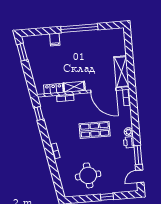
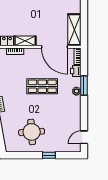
printer: (129, 142) -> (76, 71), moved
window: (138, 155) -> (84, 85), moved

